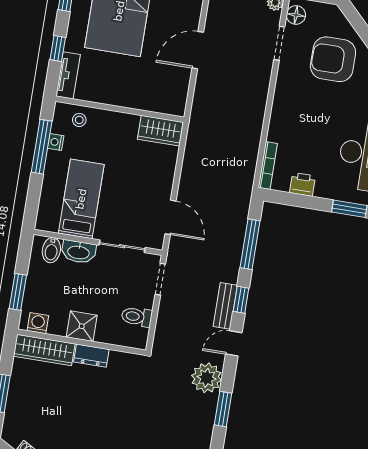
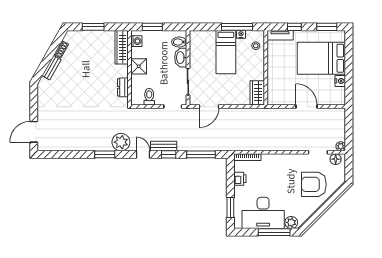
armchair: (333, 59) -> (314, 184), turned -90
bed: (81, 199) -> (226, 52), moved, turned 90
dresser: (91, 356) -> (123, 87), moved

